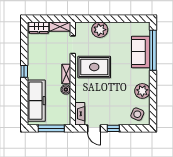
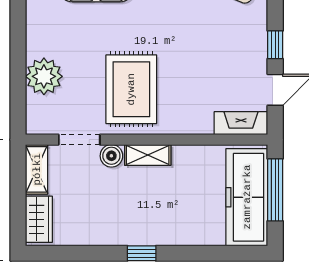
boiler: (66, 89) -> (111, 156), moved
freezer: (36, 101) -> (247, 197), moved, turned -90

